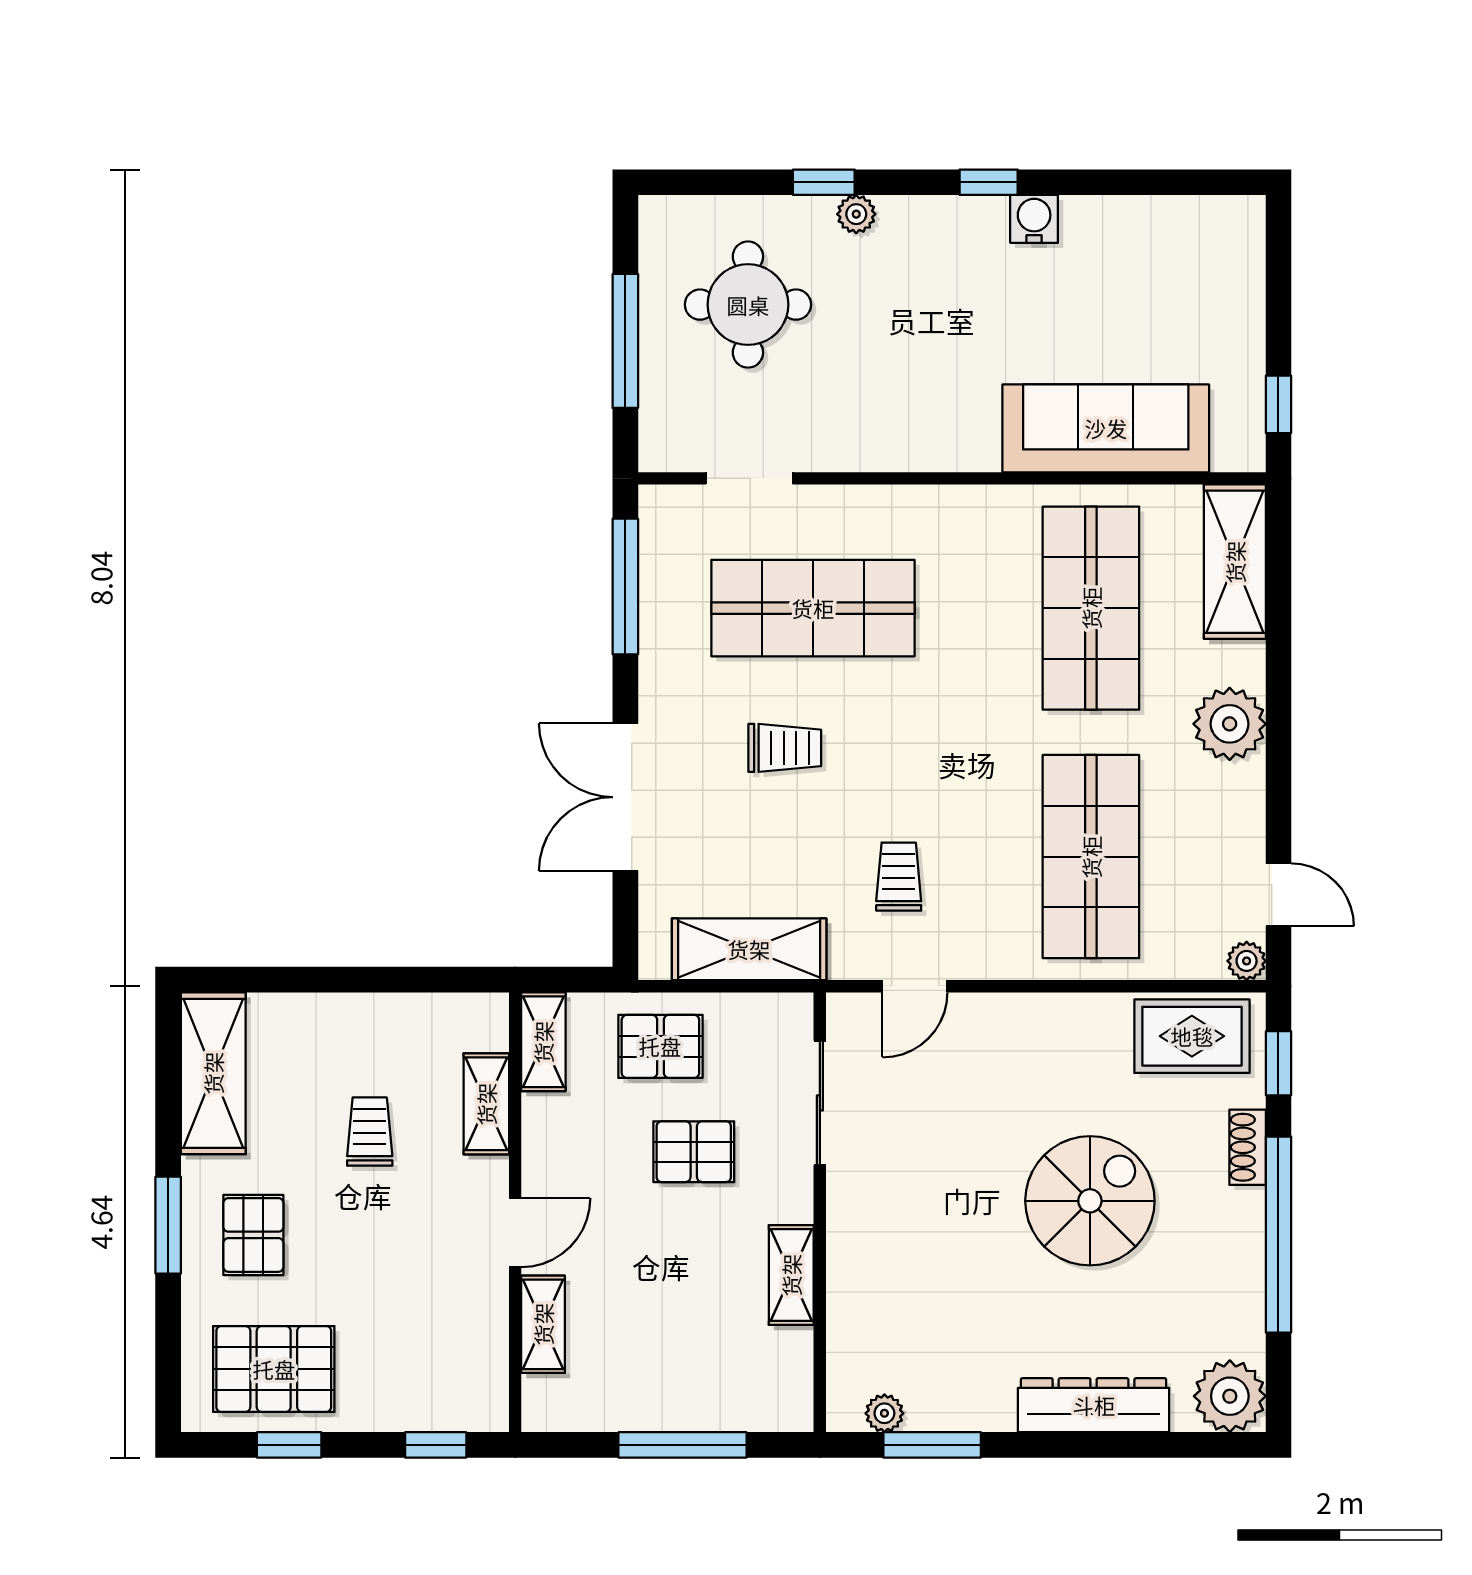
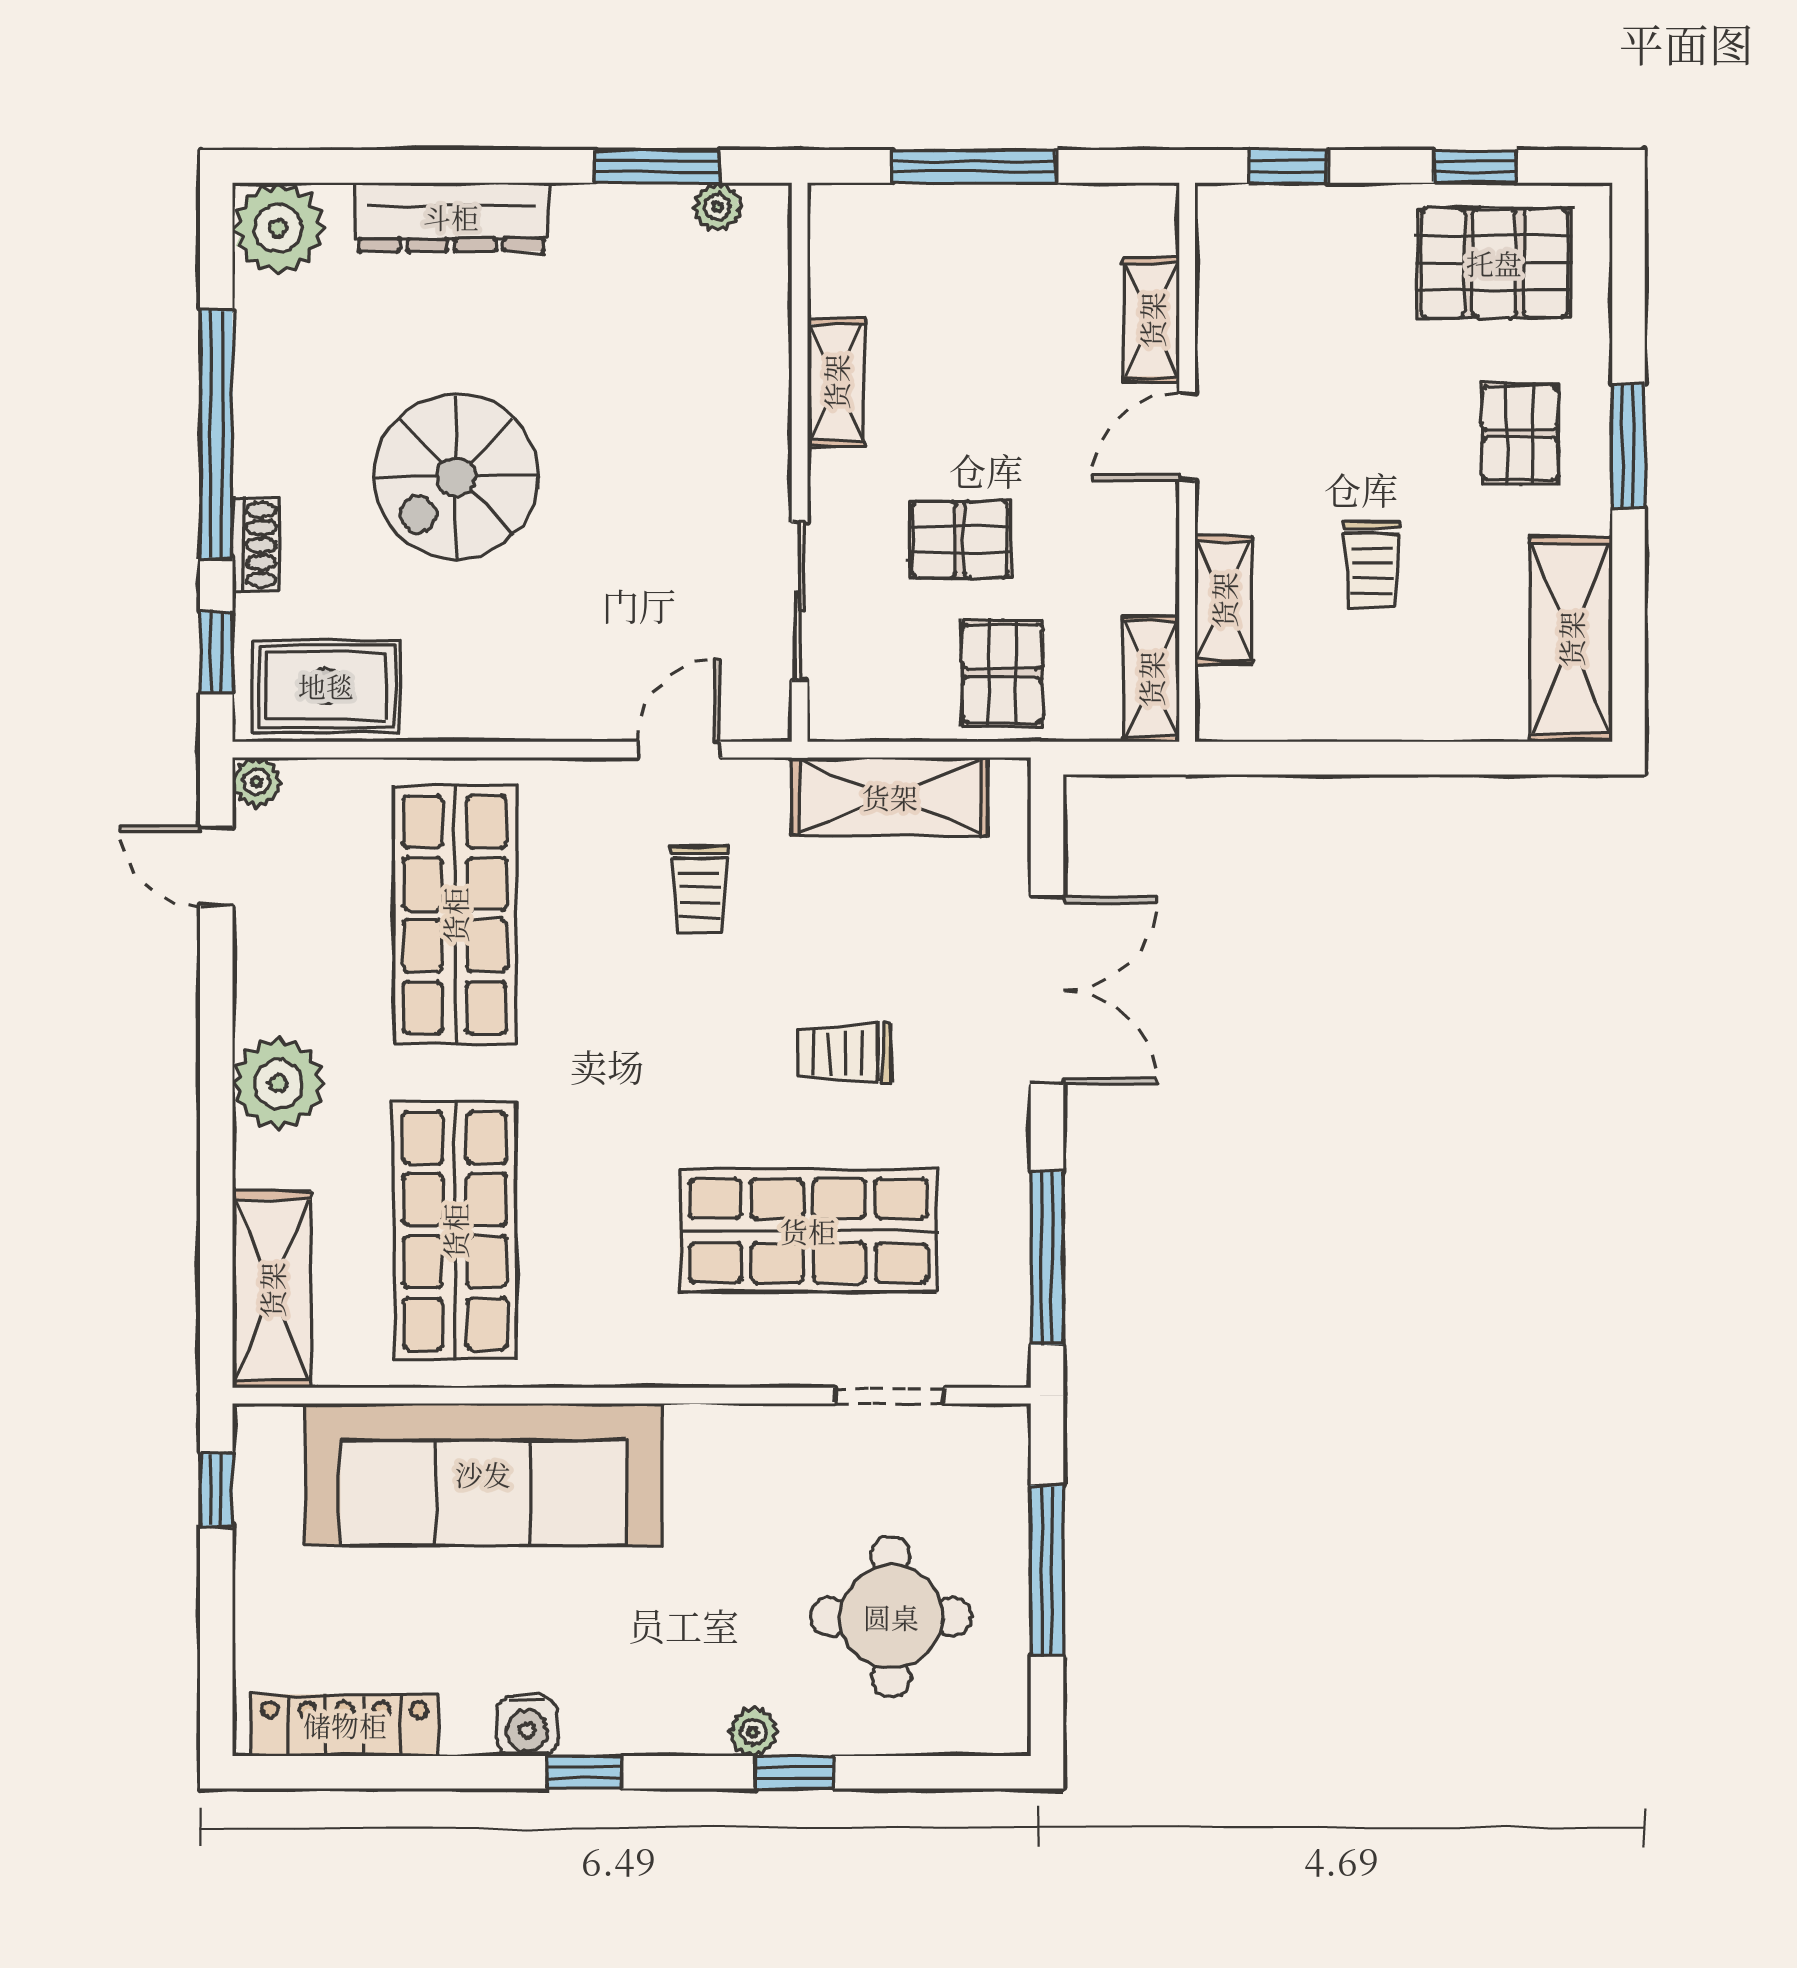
locker: (1178, 219) -> (345, 1725), added
sofa: (1106, 428) -> (483, 1474), width x1.36, depth x1.27
pallet: (660, 1046) -> (1002, 673), turned 90

